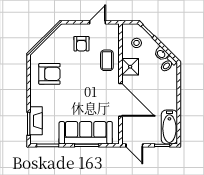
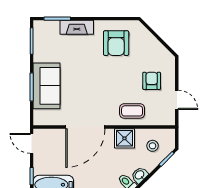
armchair: (81, 44) -> (152, 81), turned 90
fireplace: (36, 121) -> (77, 27), moved
sofa: (86, 133) -> (47, 86), width x0.73
door: (134, 145) -> (32, 143), hinge flipped

